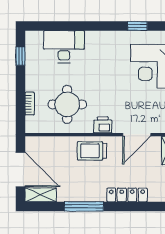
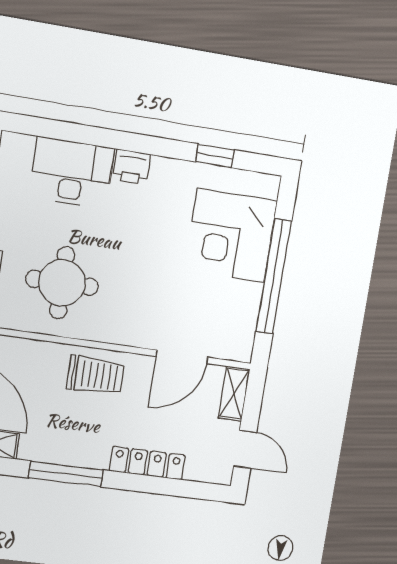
printer: (103, 125) -> (131, 167), moved, turned 180
trolley: (92, 151) -> (96, 375), turned 180

